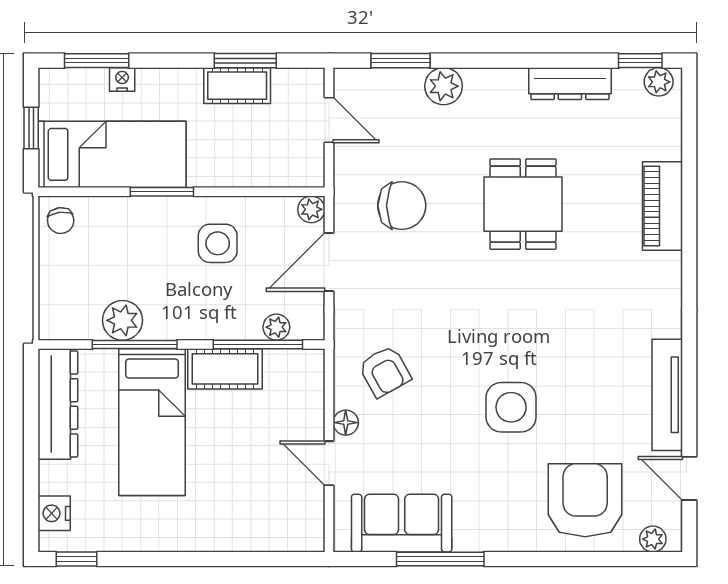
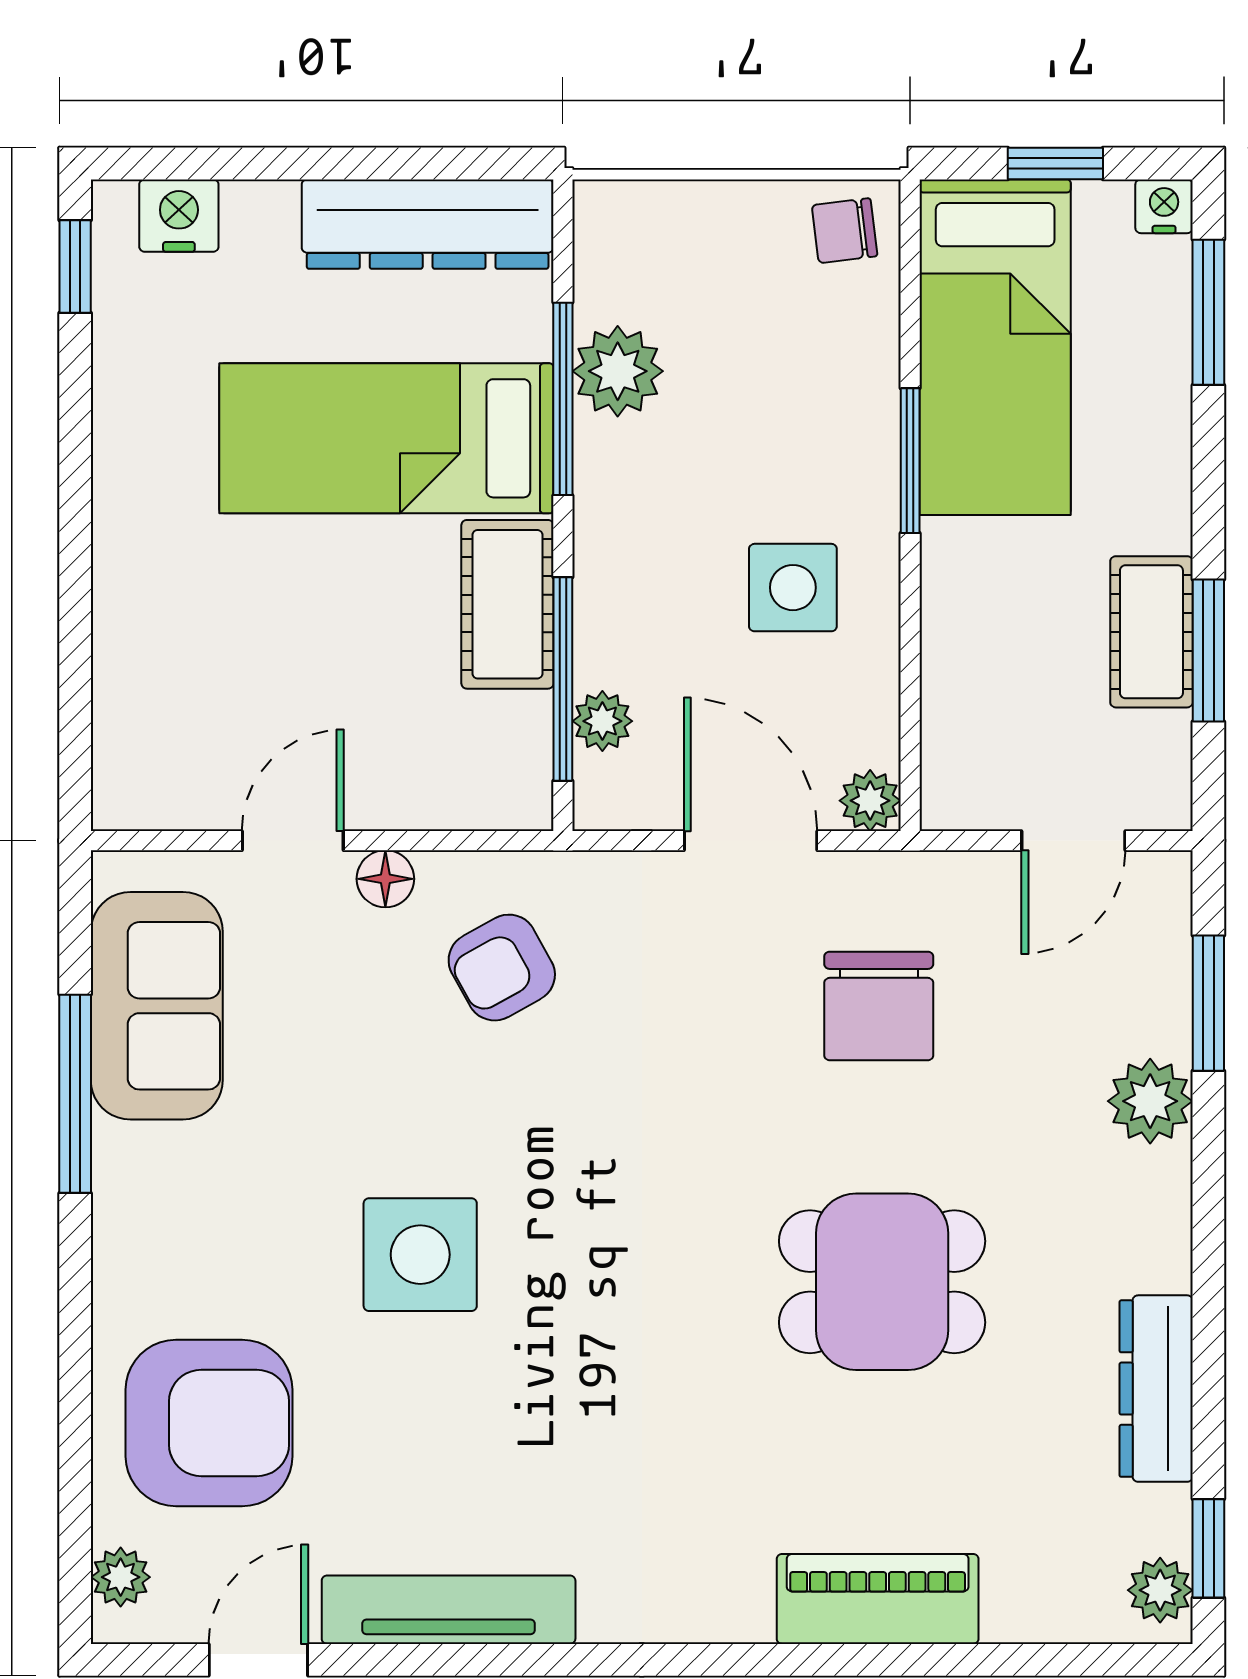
nightstand: (122, 79) -> (1164, 206), moved, turned -90

